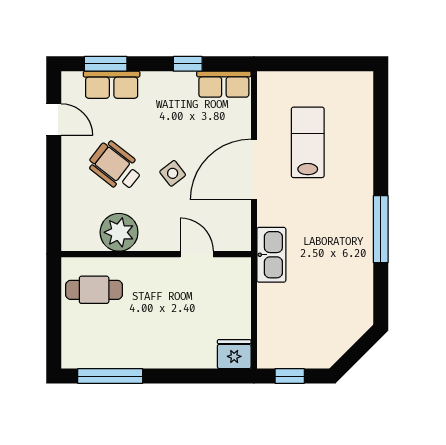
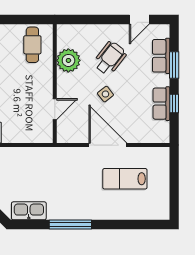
window: (106, 64) -> (174, 65), moved
row of seats: (224, 84) -> (161, 104), moved
lab bench: (308, 142) -> (125, 179), turned 180
kitchen sink: (271, 255) -> (29, 211), moved, turned 180

